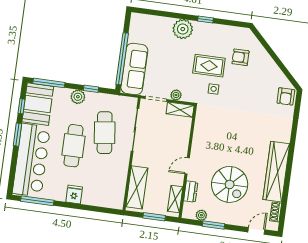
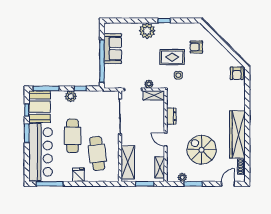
sofa: (134, 69) -> (113, 49), moved, width x0.73
cafe table: (105, 133) -> (97, 153), moved
door: (187, 166) -> (166, 140), hinge flipped
spiral stairs: (230, 184) -> (202, 150), turned 180
dresser: (191, 192) -> (171, 116), moved

